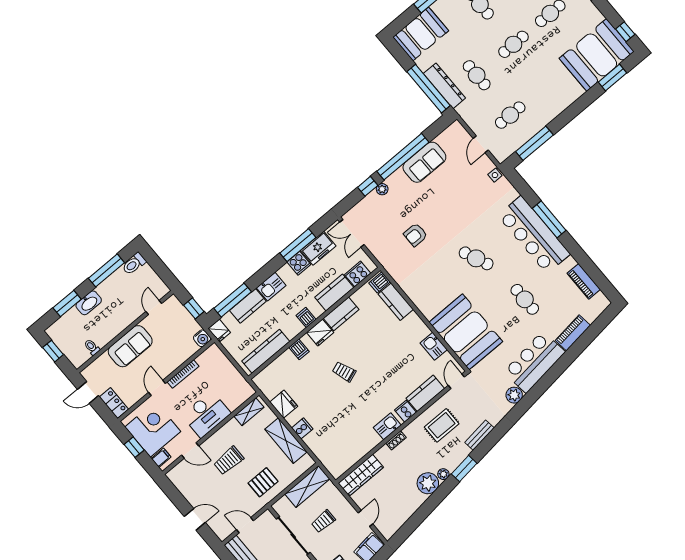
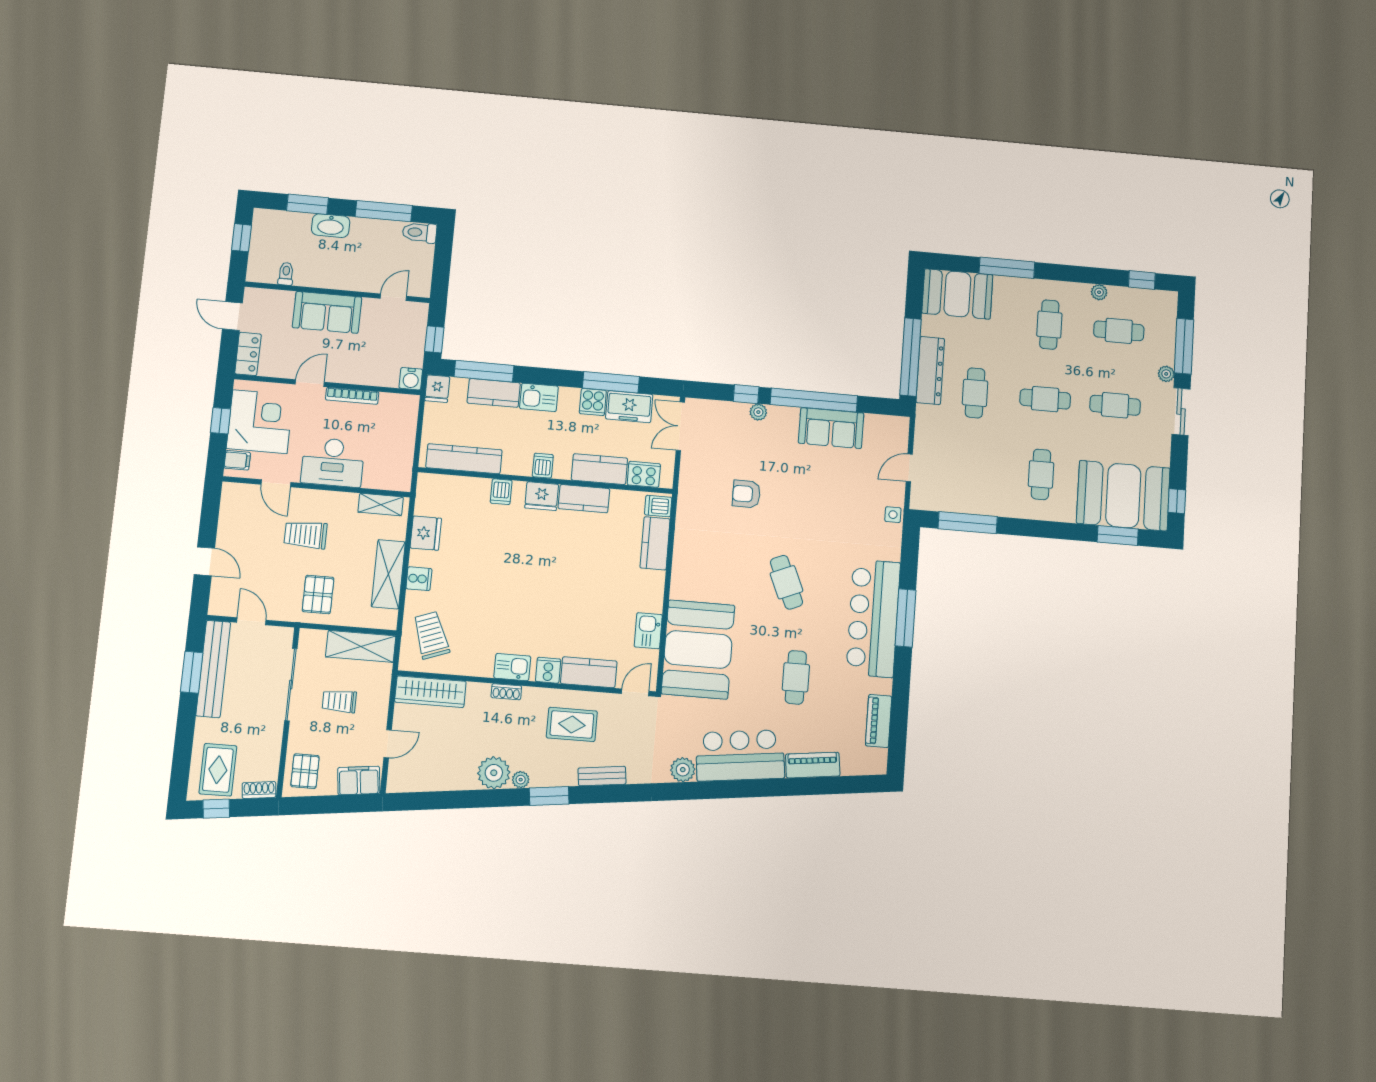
cafe table: (510, 115) -> (1041, 474), moved, turned 90
trolley: (344, 372) -> (431, 635), moved, width x1.36, depth x1.39
pallet: (263, 482) -> (318, 594), turned 90

